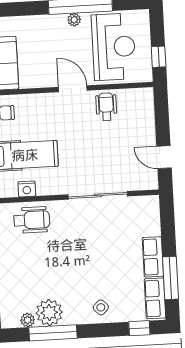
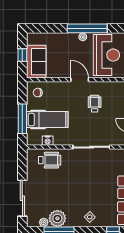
wheelchair: (106, 107) -> (95, 104), moved

